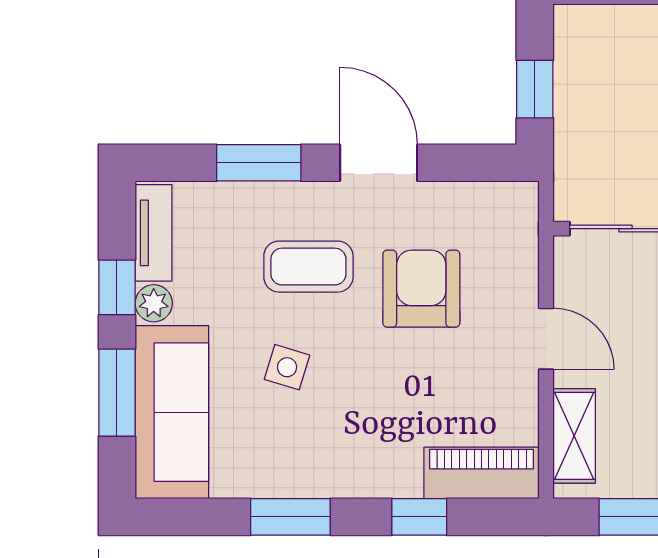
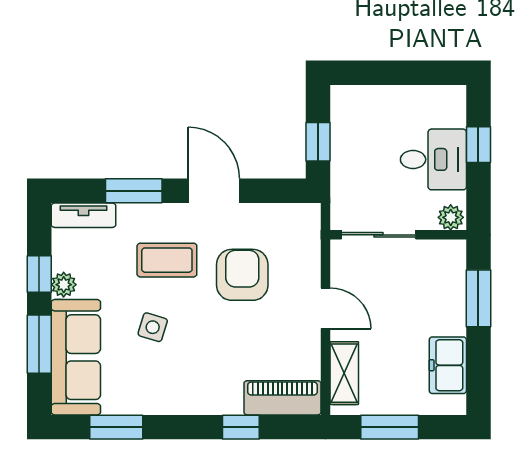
tv unit: (154, 233) -> (84, 215), moved, turned 90
window: (290, 517) -> (116, 427), moved

